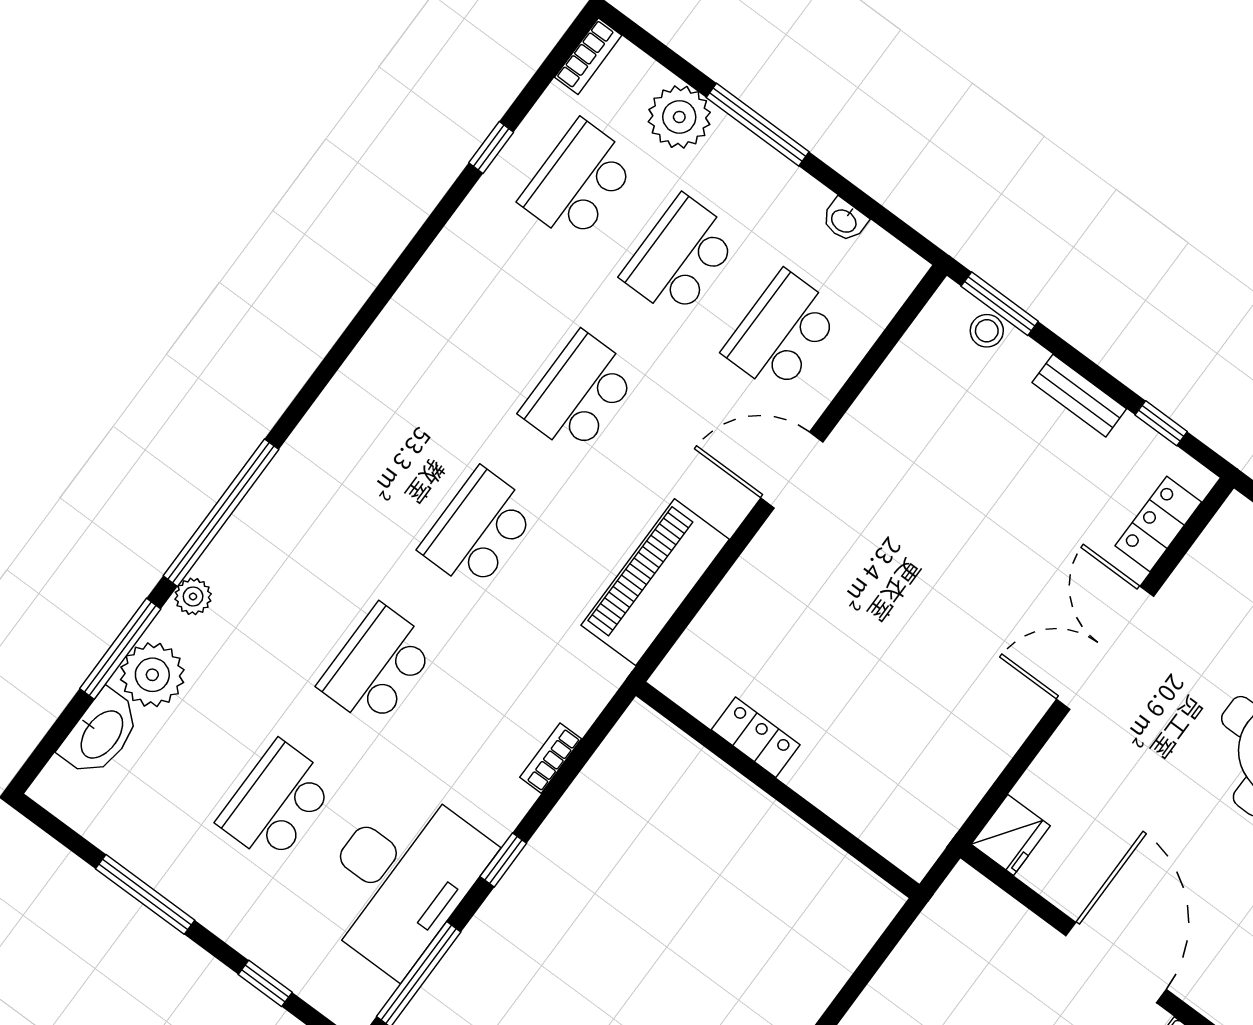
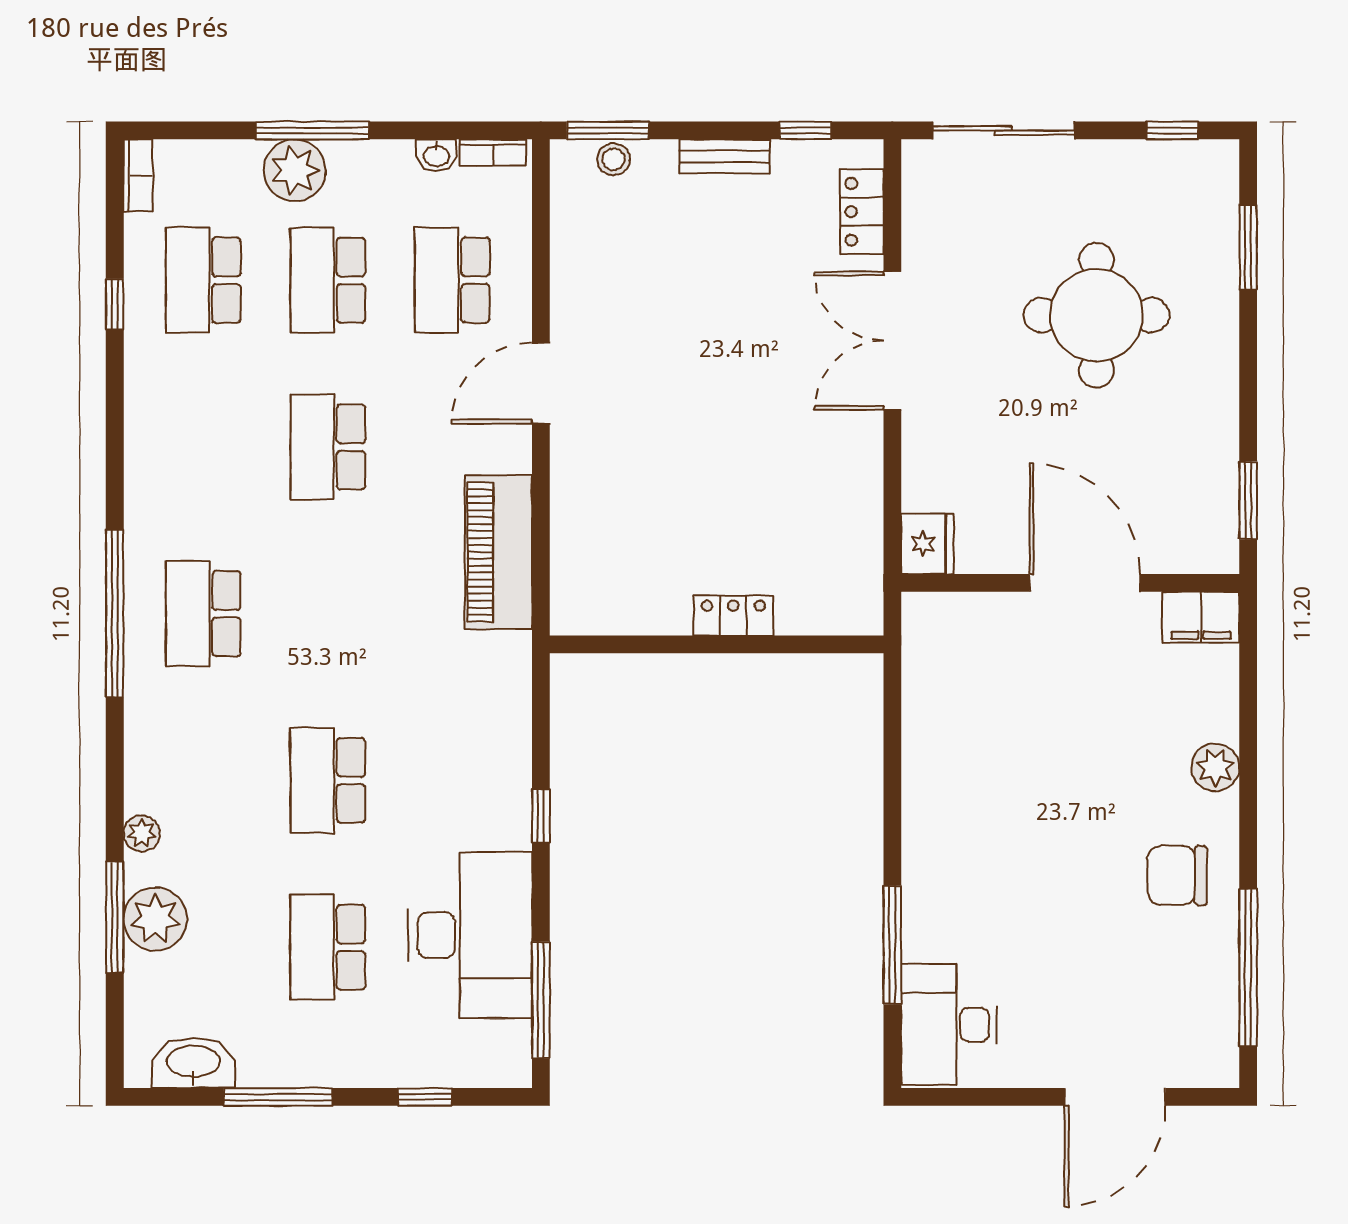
plant: (679, 117) -> (295, 170), moved
window: (221, 513) -> (115, 613), moved
school desk: (478, 529) -> (203, 614), moved
washbasin: (101, 734) -> (194, 1063), moved, turned -90
locker: (756, 737) -> (733, 616), moved
bookcase: (551, 758) -> (493, 153), moved, turned -90
window: (503, 860) -> (541, 816), moved

